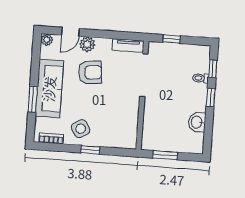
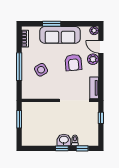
washbasin: (197, 122) -> (64, 140), moved
side table: (81, 129) -> (41, 70), moved
window: (90, 150) -> (19, 67), width x2.17

